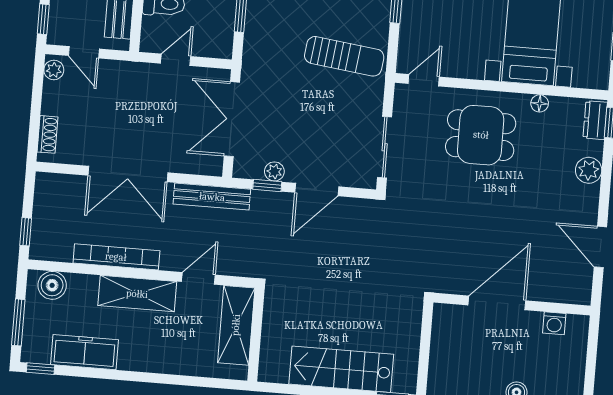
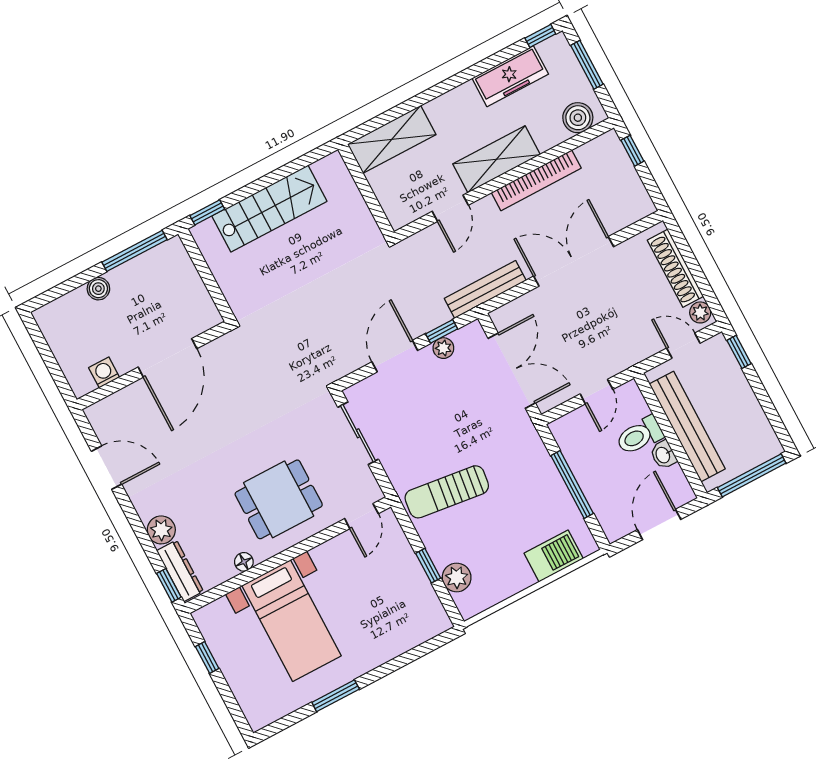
dresser: (595, 120) -> (180, 571), width x1.44
shoe rack: (48, 134) -> (675, 268), width x1.94, depth x1.24
shelving: (236, 325) -> (392, 139), moved, turned 90

